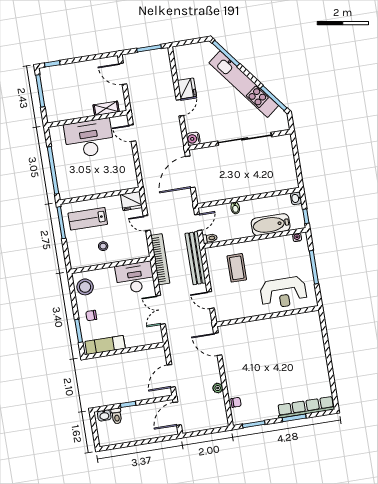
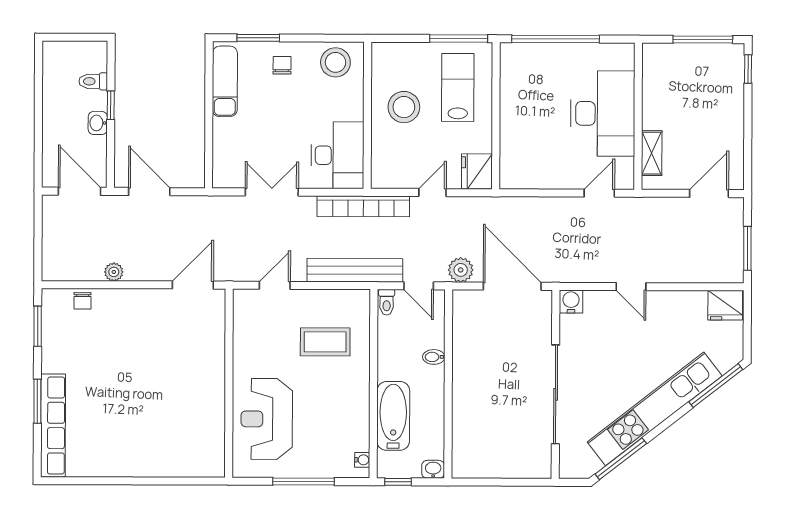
fridge: (187, 88) -> (725, 305), moved
plant: (186, 201) -> (461, 270), added
stool: (103, 246) -> (404, 107), width x1.89, depth x1.89
washbasin: (104, 415) -> (98, 123), moved

